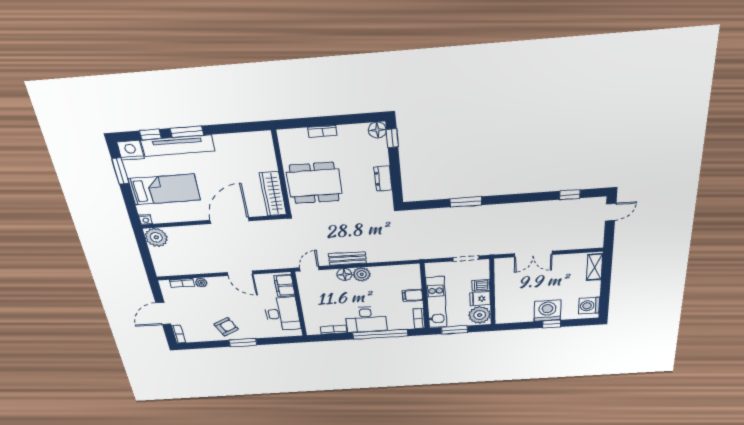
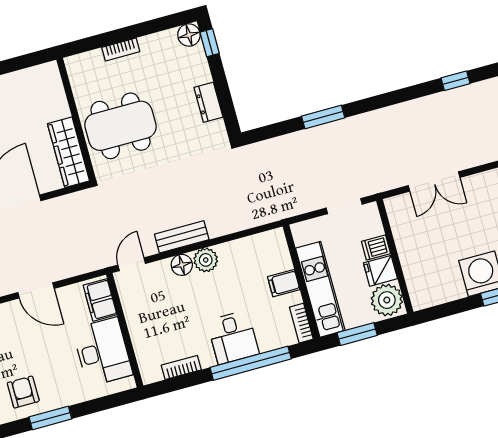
desk: (366, 319) -> (233, 337), width x0.73
armchair: (226, 327) -> (23, 392), turned -64

